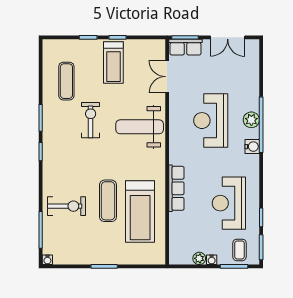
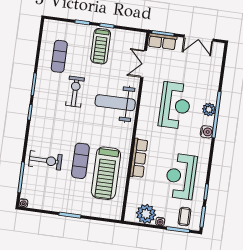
reception desk: (211, 121) -> (175, 105), turned 180
plant: (199, 258) -> (146, 214), width x1.88, depth x1.88

